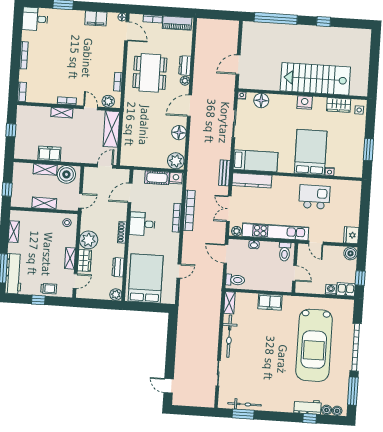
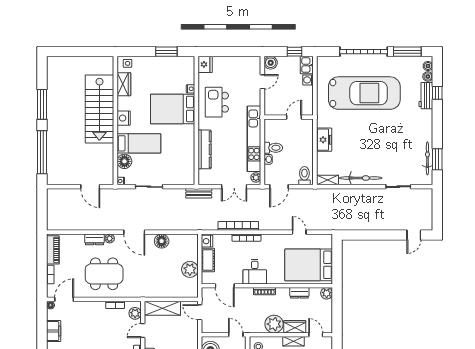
window: (324, 22) -> (42, 104), width x2.17
plant: (176, 161) -> (190, 269), moved
bed: (255, 161) -> (139, 143), moved, turned 90
kitchen counter: (252, 180) -> (205, 149), moved
fridge: (351, 235) -> (205, 64), moved, turned -90
door: (316, 243) -> (262, 82), moved
toilet: (285, 252) -> (273, 148), moved

